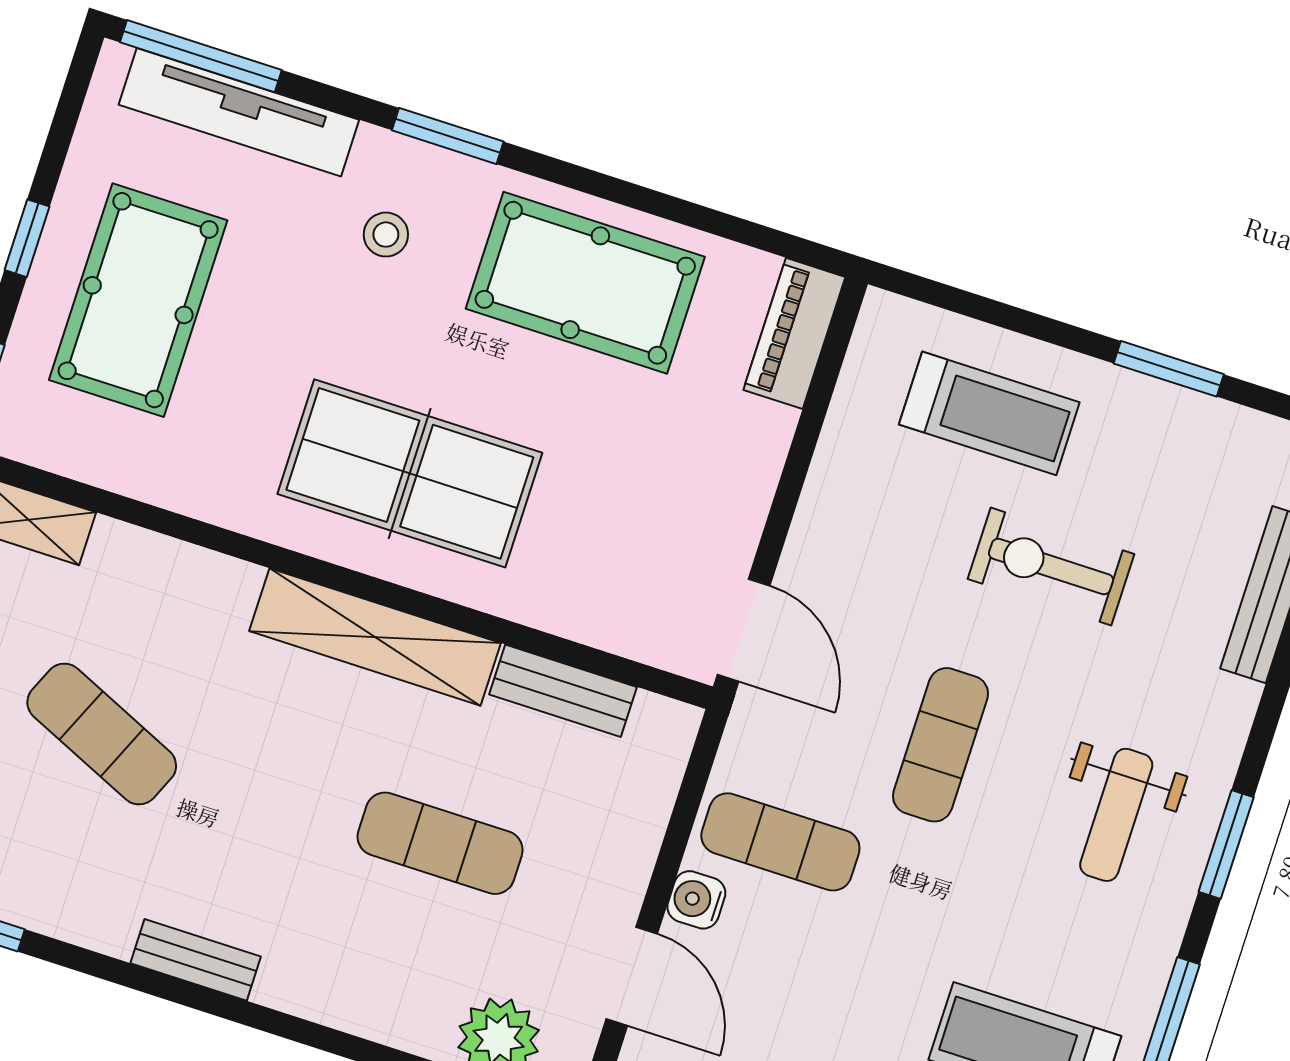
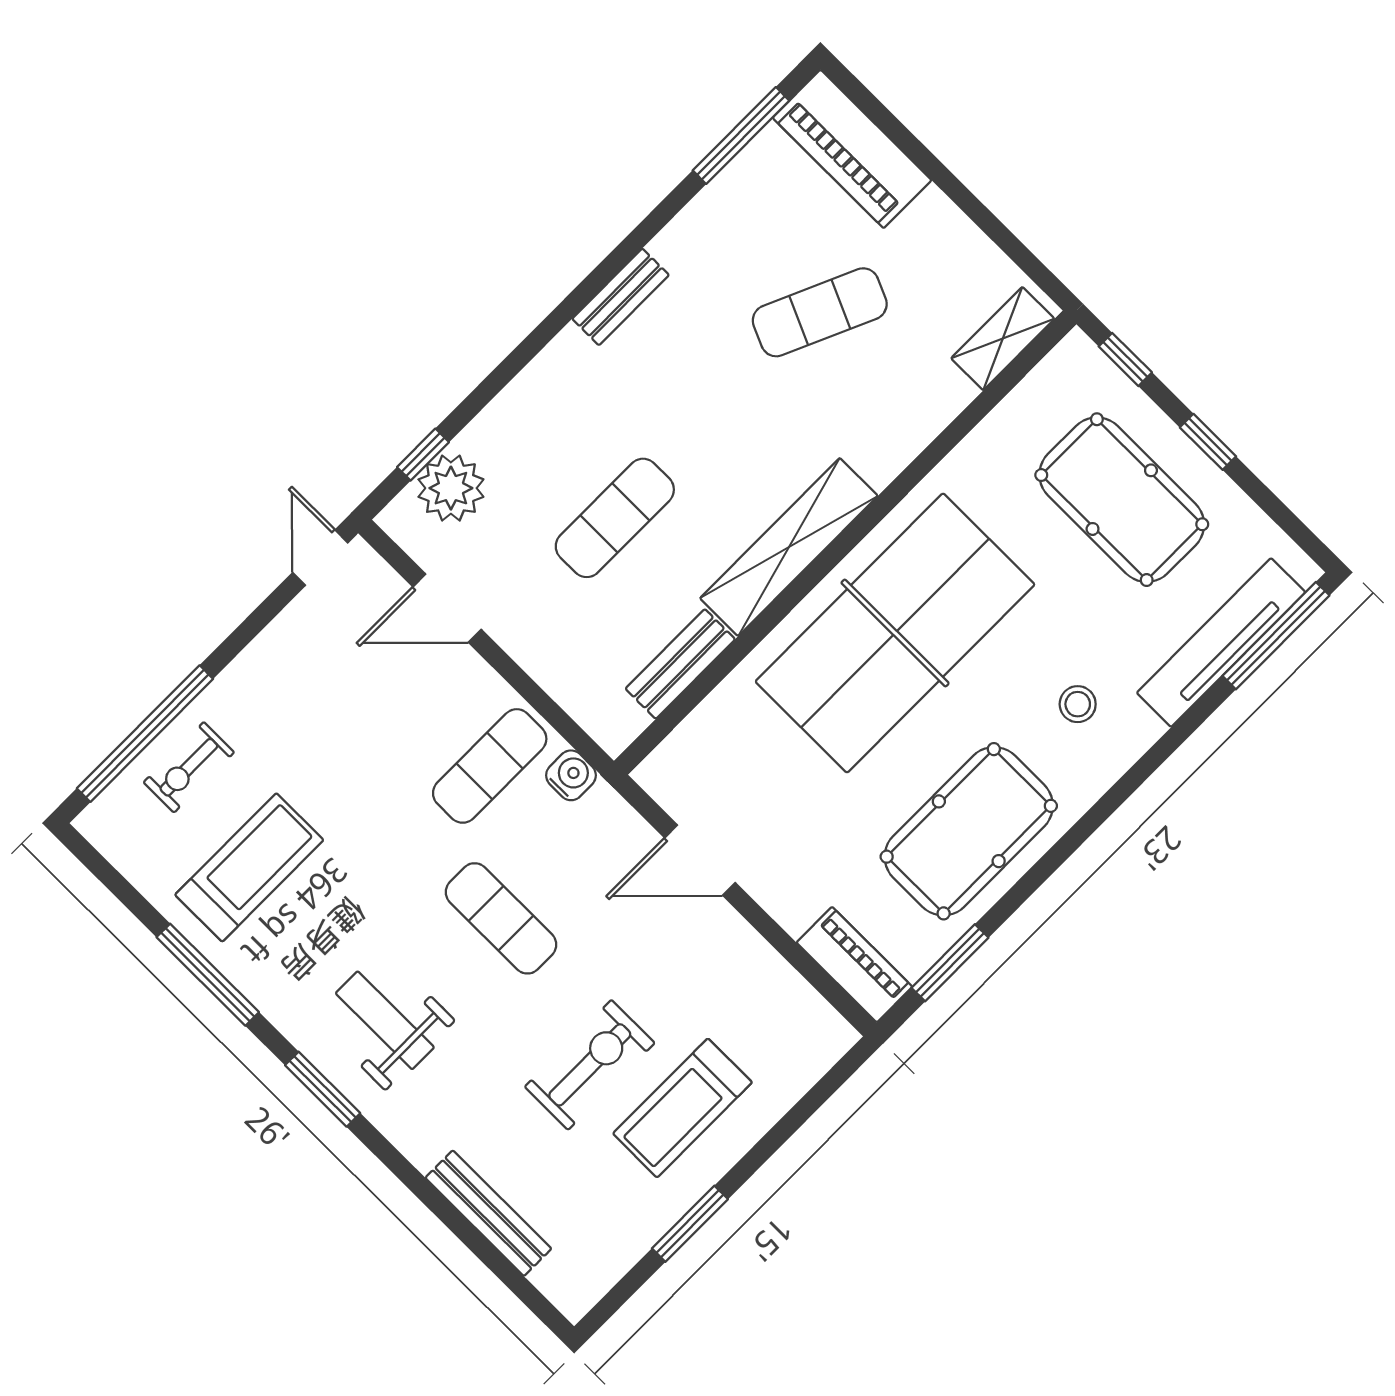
window: (448, 136) -> (950, 963), moved
treadmill: (989, 413) -> (682, 1108), moved
table tennis table: (410, 473) -> (895, 633), width x1.36, depth x1.32
door: (744, 630) -> (700, 860), moved
water cooler: (696, 900) -> (571, 775), moved

